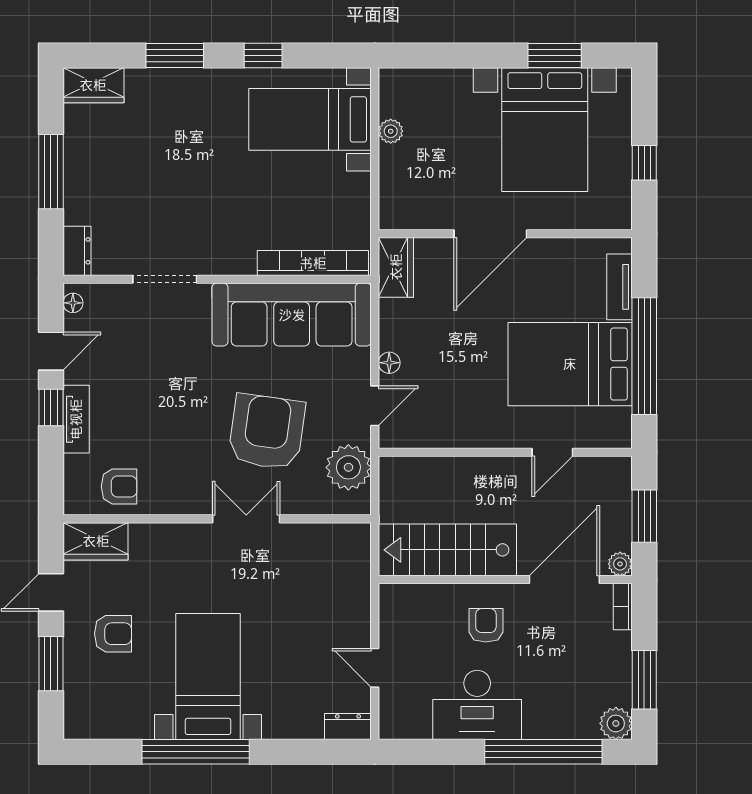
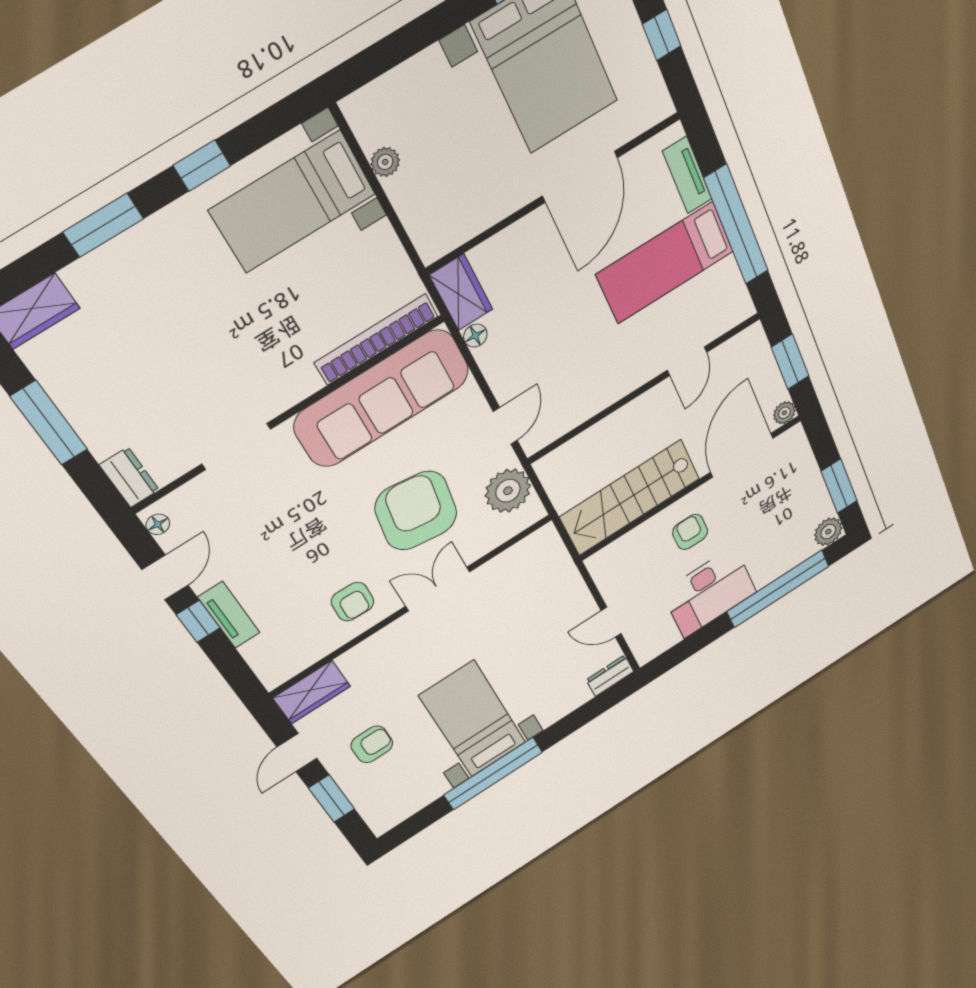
door: (490, 234) -> (580, 177), moved
floor lamp: (389, 363) -> (475, 336), moved
bed: (570, 364) -> (665, 263), width x0.67
armchair: (119, 486) -> (352, 602), moved, turned 92
bookcase: (623, 606) -> (800, 444), removed

